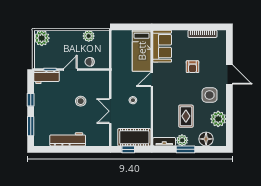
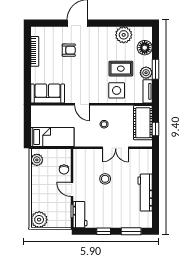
plant: (89, 36) -> (37, 160), moved
bed: (142, 51) -> (52, 137), moved
armchair: (193, 67) -> (69, 50), moved
side table: (210, 95) -> (117, 90), moved

